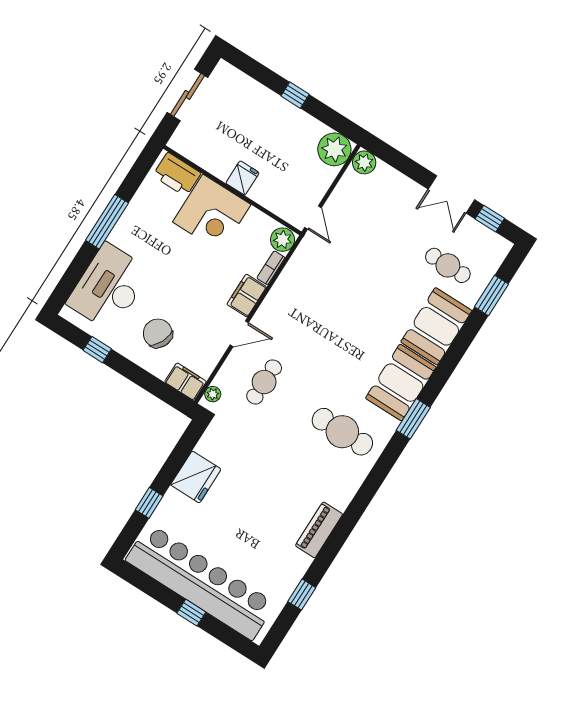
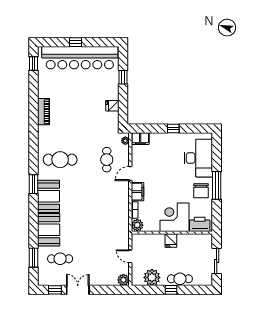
cafe table: (268, 104) -> (180, 279), added
plant: (334, 149) -> (152, 277), moved
door: (313, 217) -> (130, 256), moved
chair: (158, 333) -> (201, 191), moved, turned 65
window: (97, 350) -> (173, 128), moved
fridge: (196, 477) -> (112, 106), width x0.53, depth x0.75
window: (302, 595) -> (33, 63), moved

